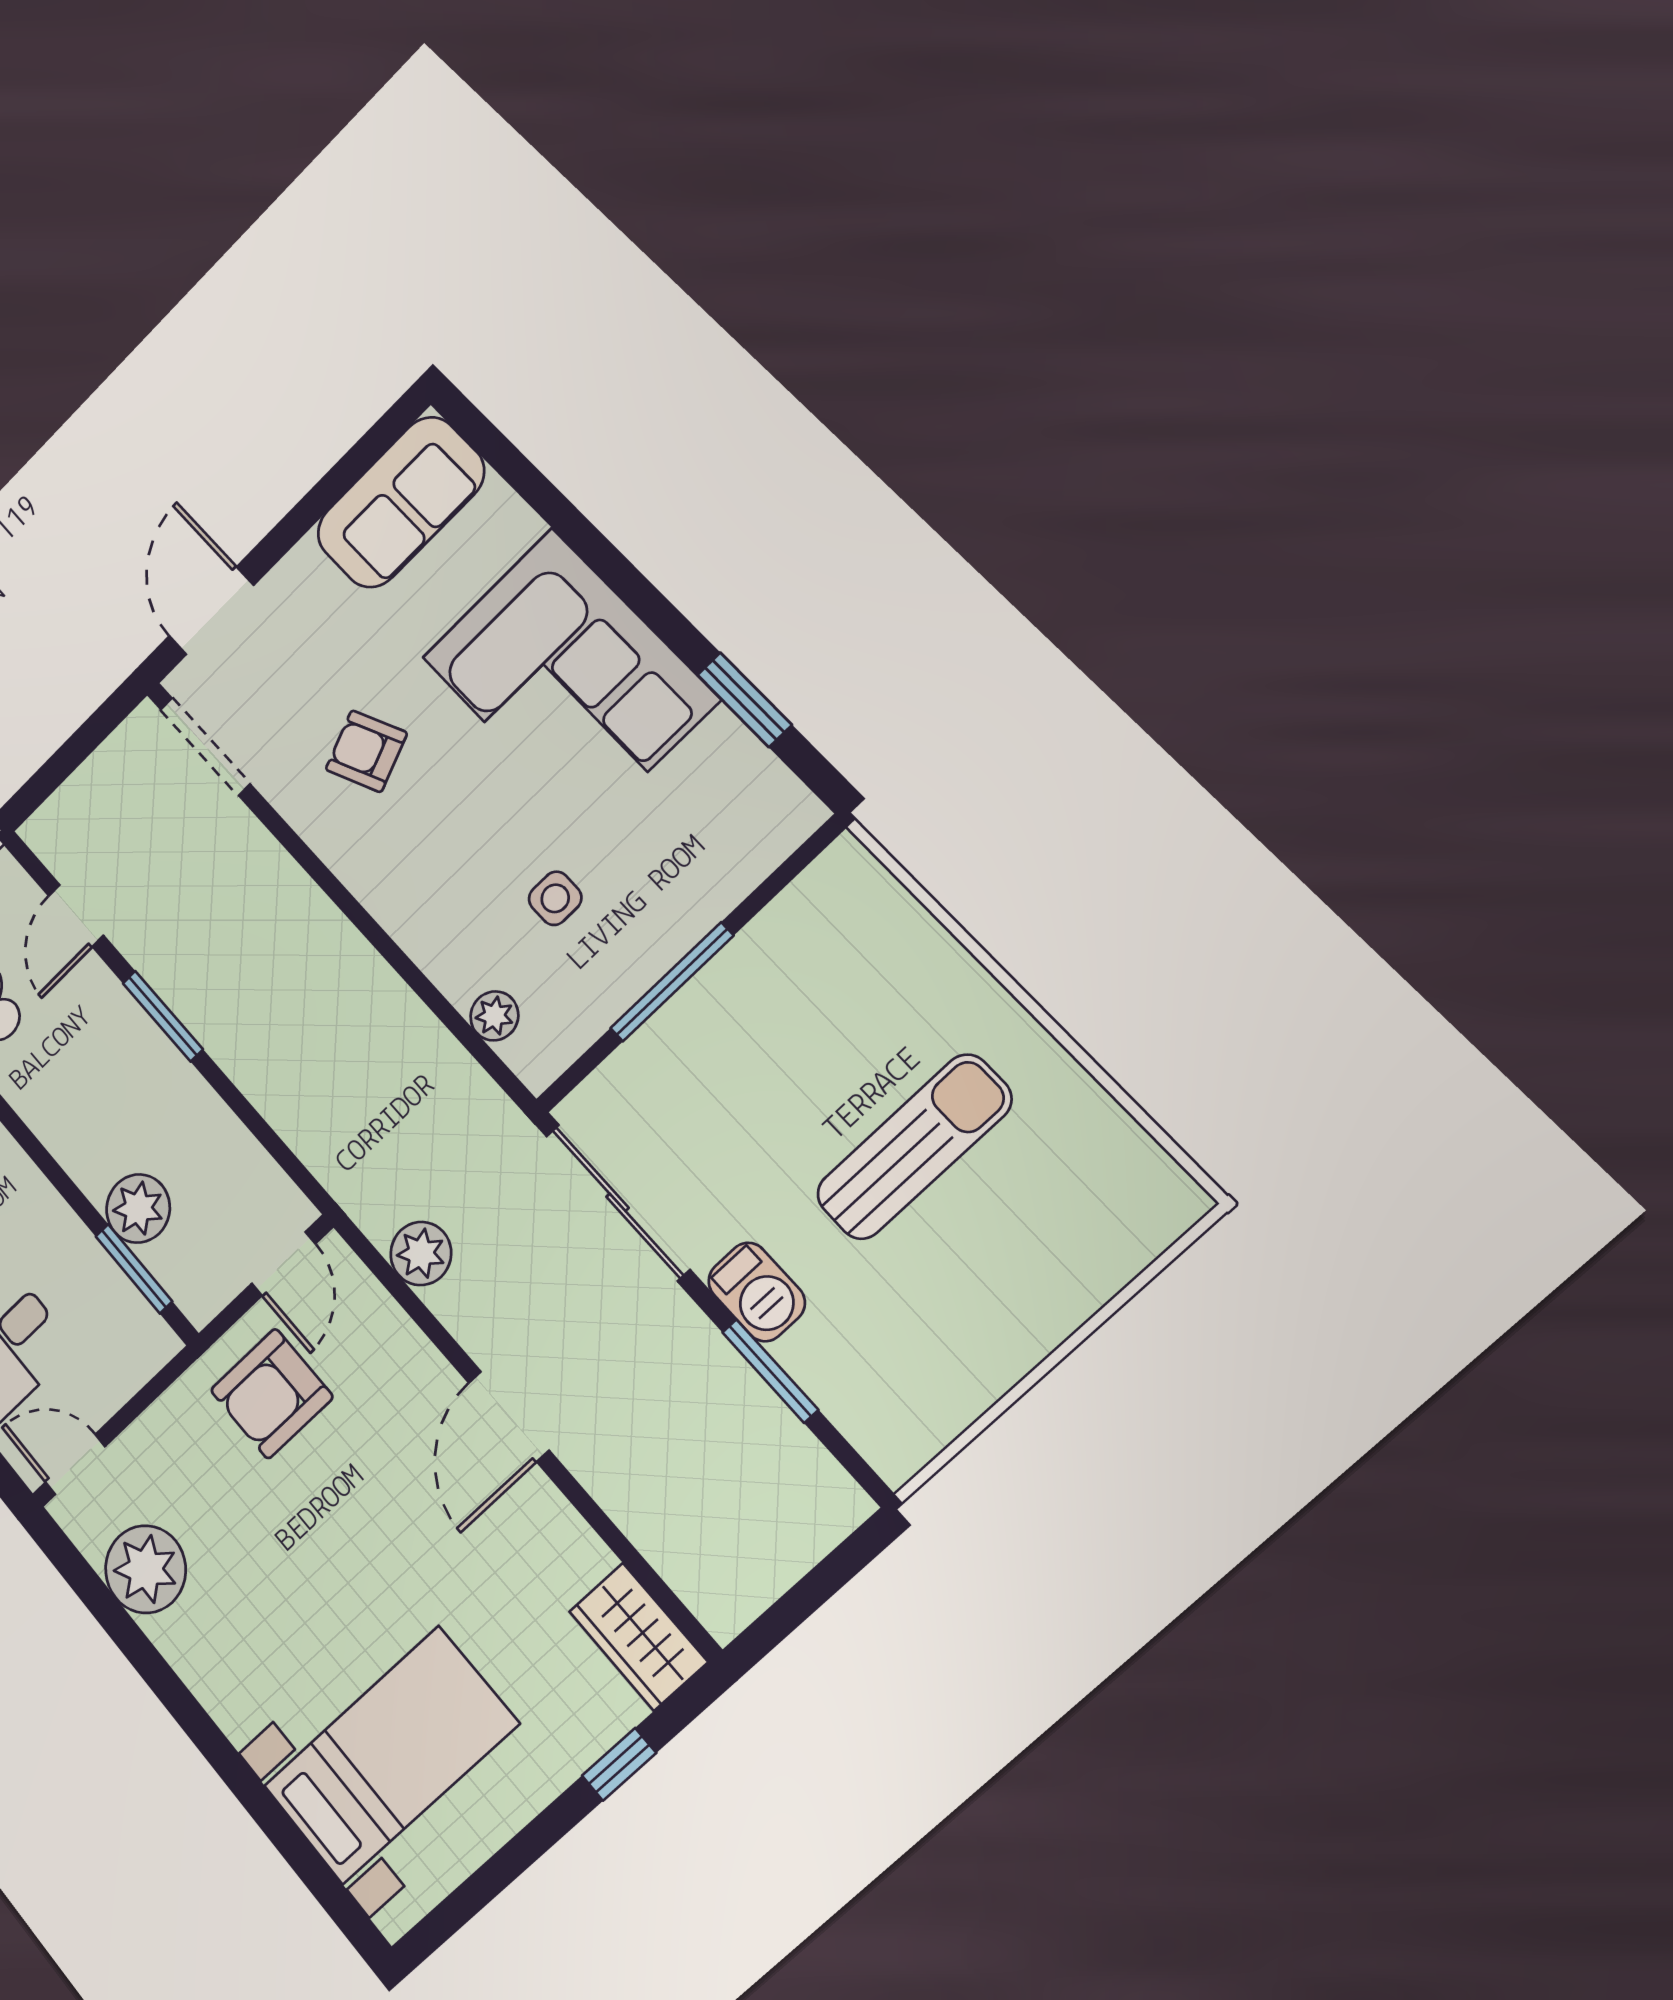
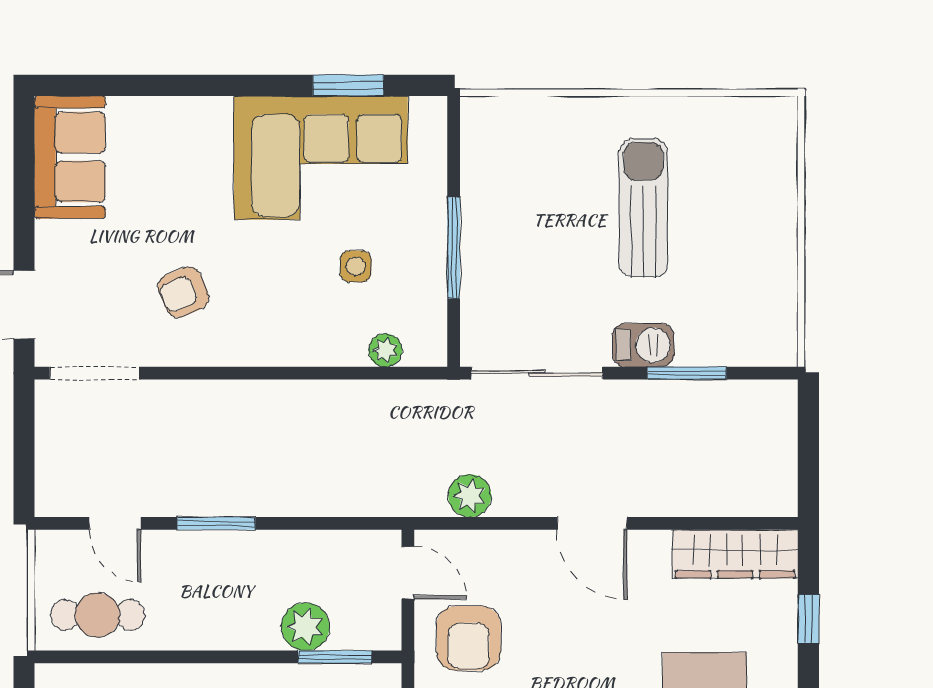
corner sofa: (570, 678) -> (321, 158), moved
wardrobe: (638, 1637) -> (735, 554), width x1.50

